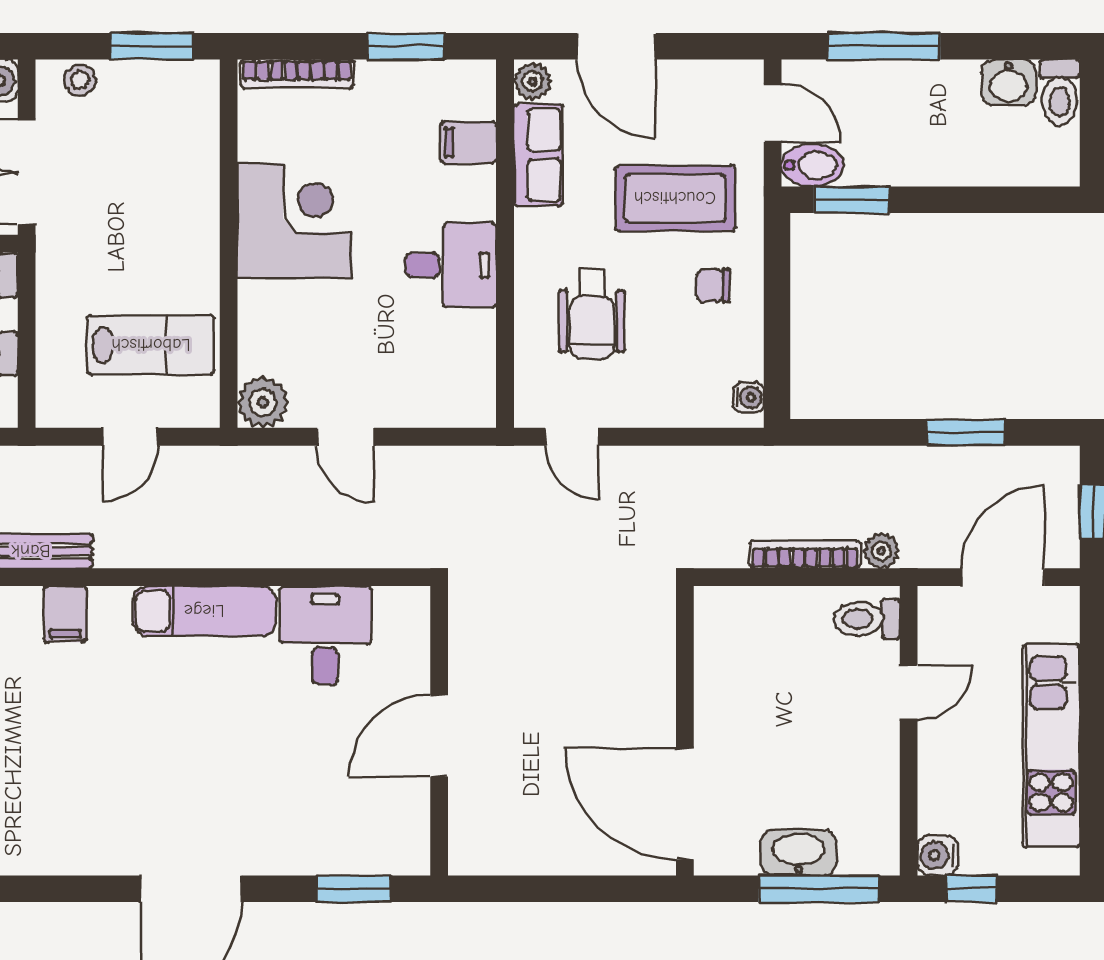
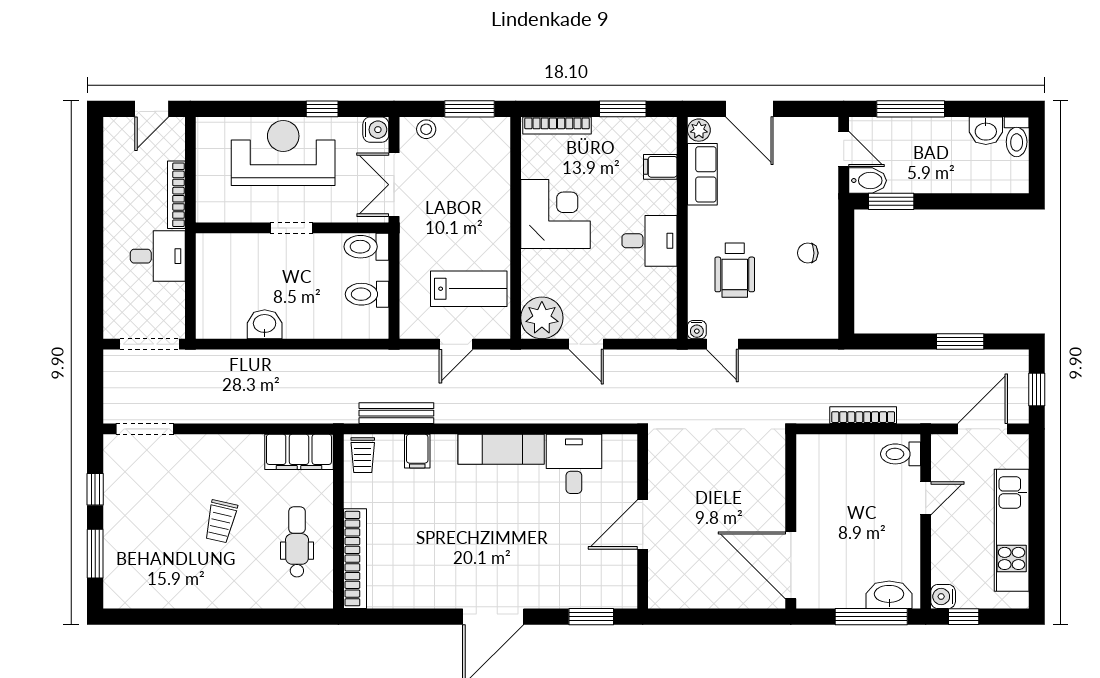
coffee table: (675, 198) -> (785, 200), removed
water cooler: (749, 397) -> (697, 330), moved, turned 90
plant: (263, 402) -> (542, 318), width x1.36, depth x1.36
plant: (881, 551) -> (909, 413), removed
washbasin: (799, 852) -> (889, 595), moved

